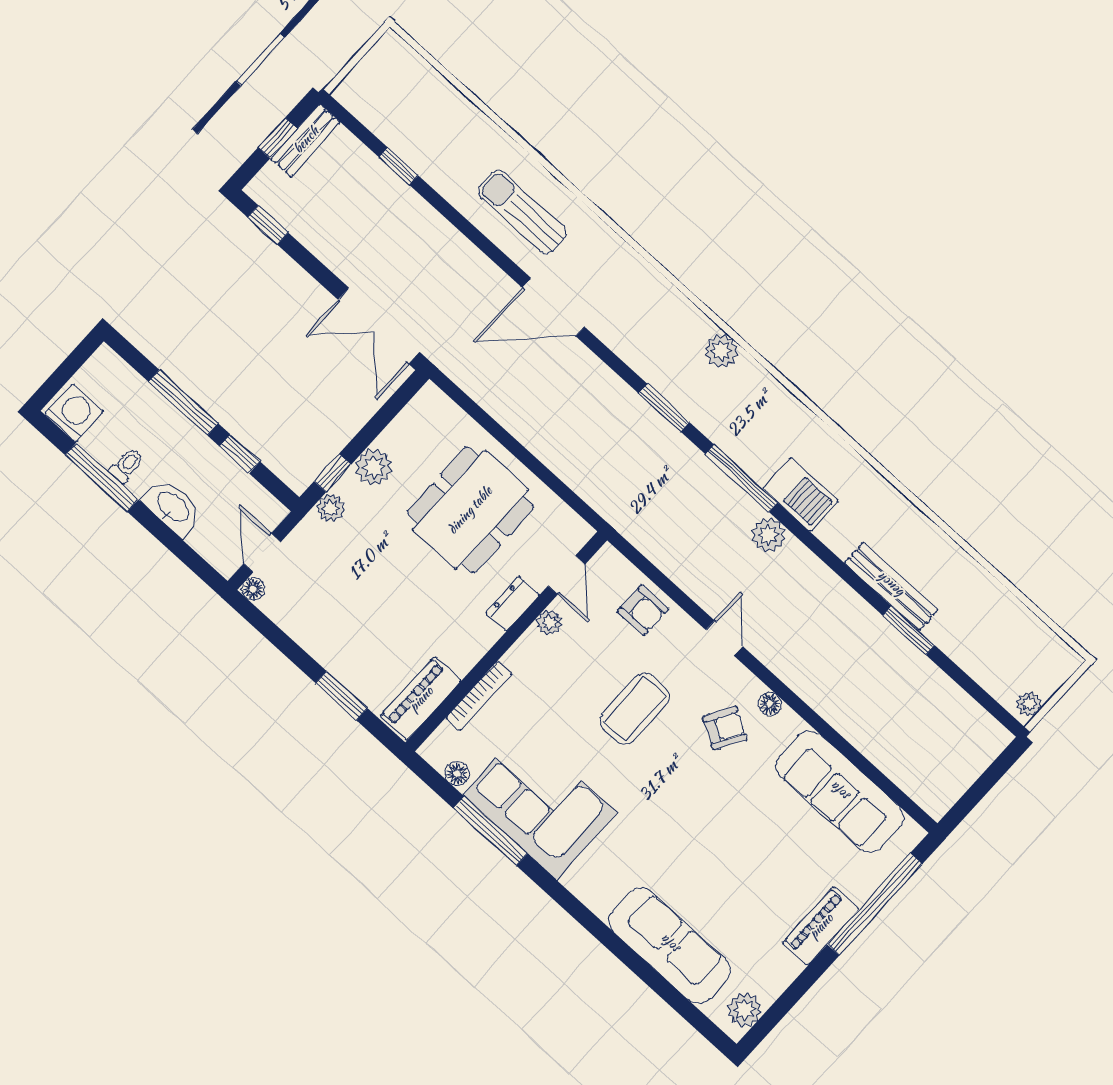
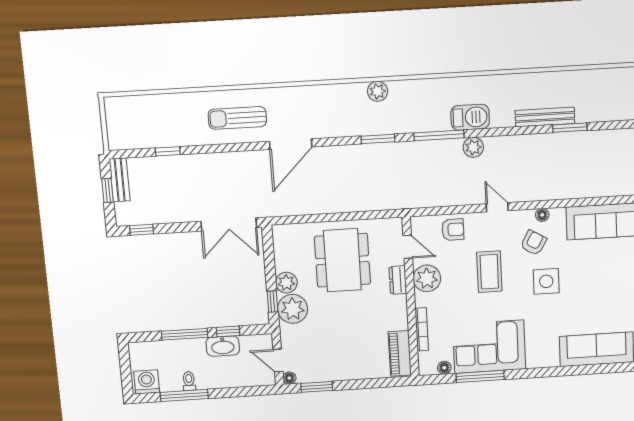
washbasin: (173, 507) -> (223, 346), moved, turned 180
plant: (330, 508) -> (293, 309), width x1.87, depth x1.87
plant: (549, 623) -> (427, 278), width x1.88, depth x1.88
window: (342, 696) -> (317, 387), moved
side table: (693, 793) -> (546, 281), added

